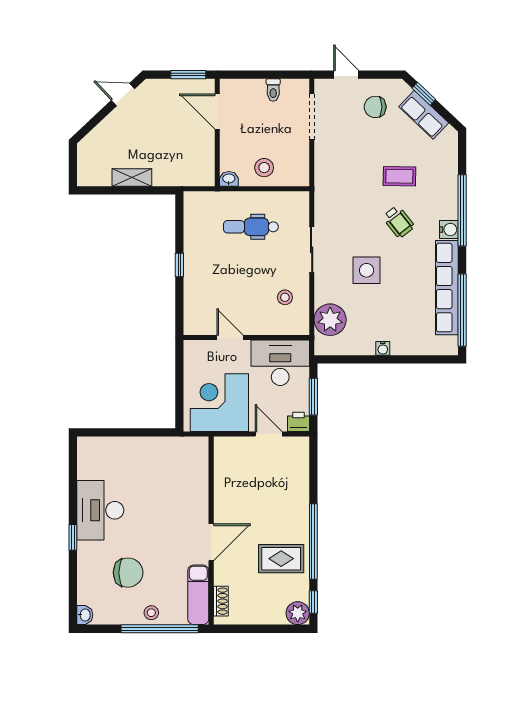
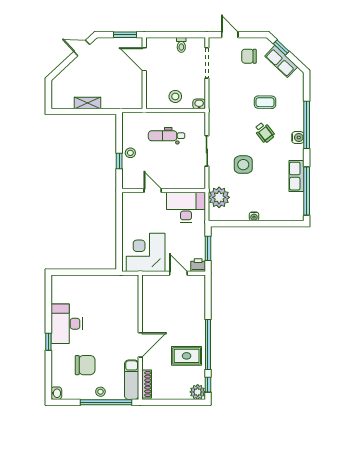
washbasin: (229, 179) -> (199, 104), moved
row of seats: (447, 288) -> (297, 176), width x0.50
stool: (285, 297) -> (130, 153), moved
door: (230, 338) -> (153, 191), moved
wall: (246, 338) -> (164, 191), moved
desk: (280, 363) -> (186, 207), moved
shoe rack: (221, 601) -> (147, 384), width x1.43

